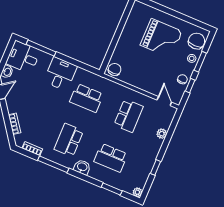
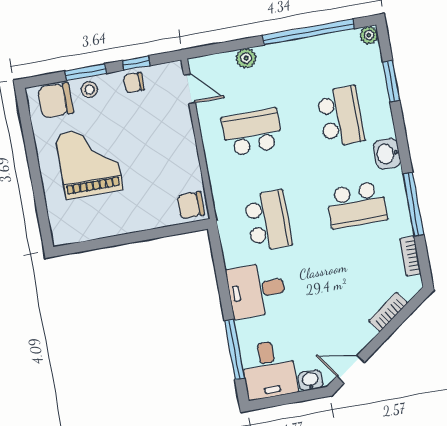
door: (164, 101) -> (190, 89), swing flipped
window: (156, 167) -> (308, 32), width x3.17

